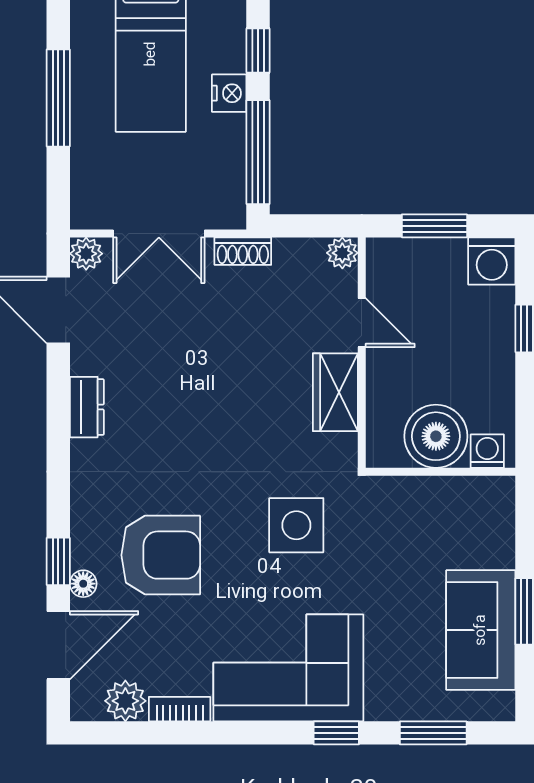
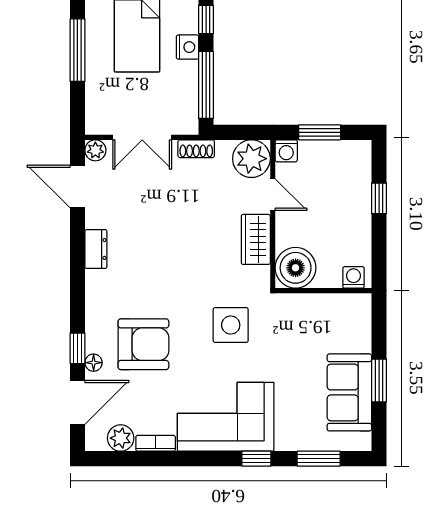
plant: (342, 253) -> (251, 159), width x1.88, depth x1.88
washing machine: (492, 261) -> (286, 151), moved, width x0.73, depth x0.73
boiler: (436, 436) -> (296, 268), moved

